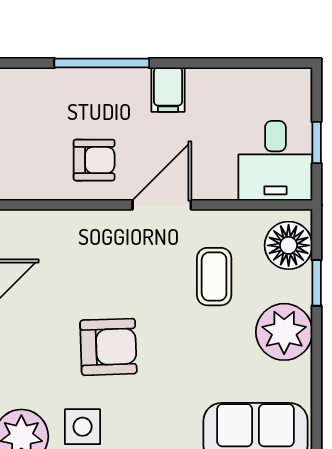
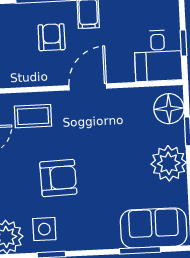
armchair: (94, 160) -> (52, 37), moved, turned -90
coffee table: (214, 277) -> (33, 116), moved, turned 90

